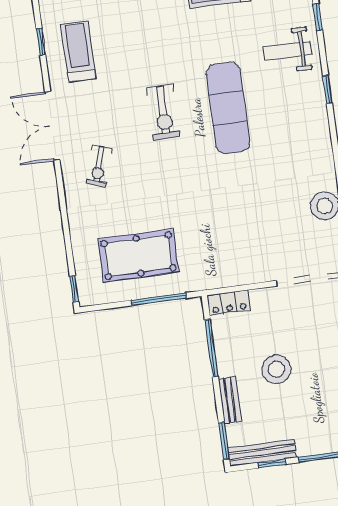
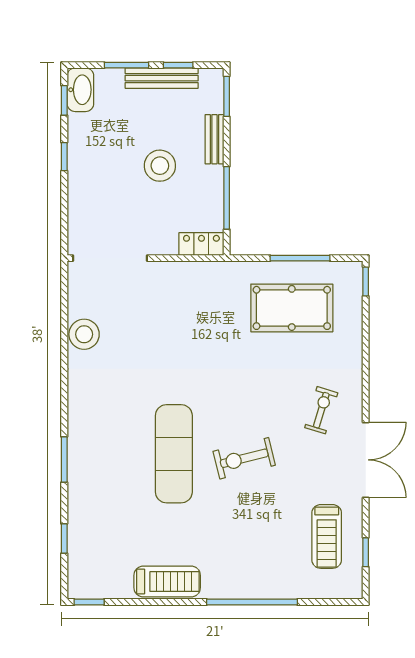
weight bench: (287, 51) -> (102, 507), removed
window: (327, 89) -> (64, 459), width x1.50
exercise bike: (163, 113) -> (244, 458), turned -104
window: (159, 299) -> (300, 258), moved
bench: (262, 453) -> (162, 78), moved

